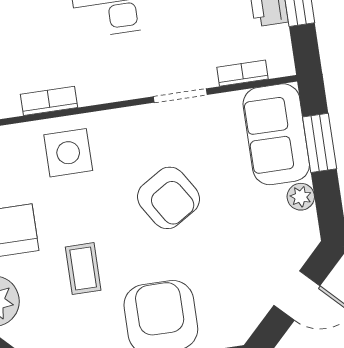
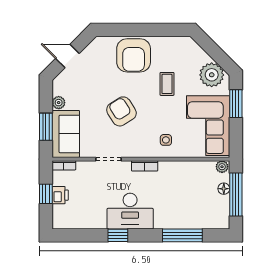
bookcase: (242, 73) -> (64, 165), moved
bookcase: (49, 101) -> (145, 166), moved
side table: (68, 153) -> (166, 140), width x0.54, depth x0.54

